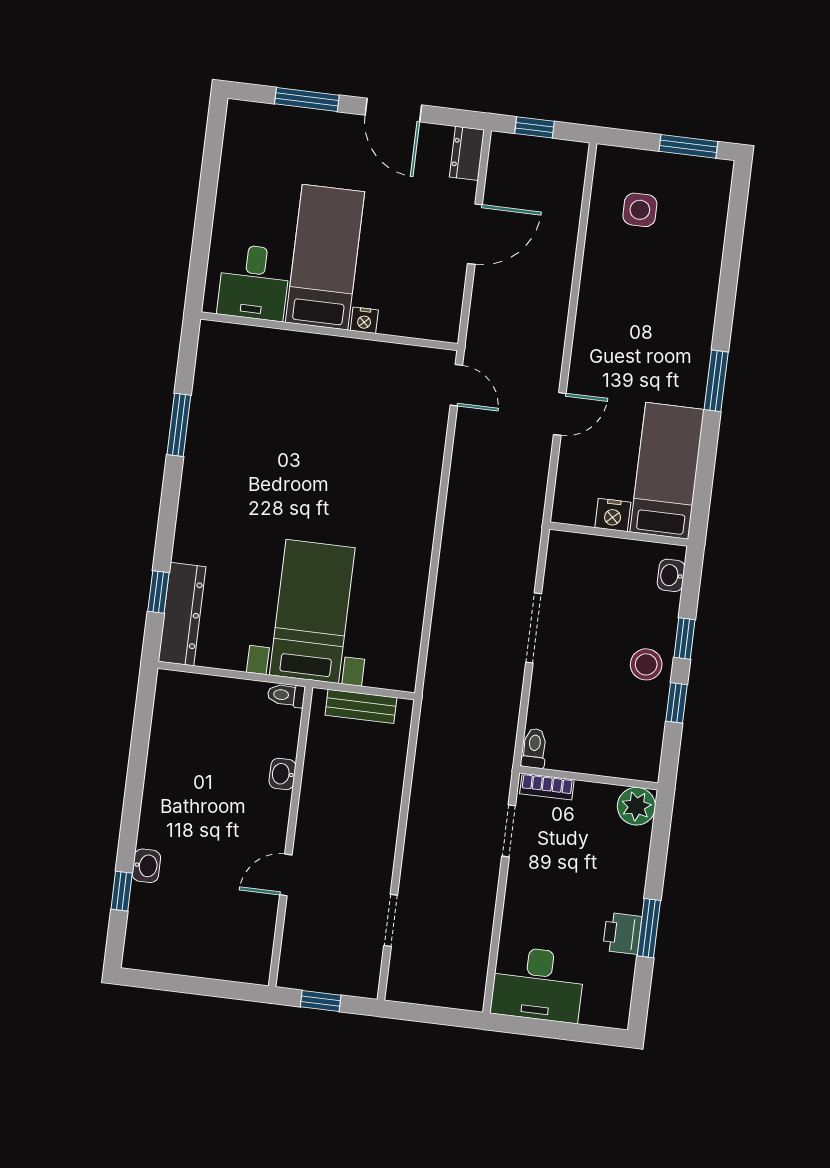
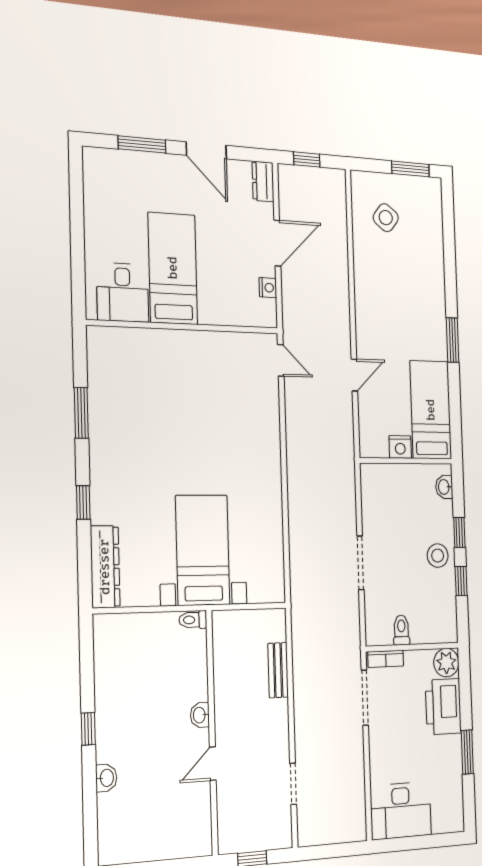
side table: (640, 210) -> (386, 218), turned 38
nightstand: (364, 320) -> (268, 288), moved, turned -90
window: (158, 592) -> (83, 502), moved
doorway: (534, 628) -> (360, 563), moved
bench: (361, 706) -> (278, 670), moved, turned 90
toilet: (534, 748) -> (401, 630), moved
washbasin: (282, 774) -> (200, 715), moved
doorway: (509, 831) -> (365, 698), width x1.38
window: (122, 891) -> (88, 729), moved
printer: (622, 933) -> (443, 707), moved, width x1.87, depth x1.48

